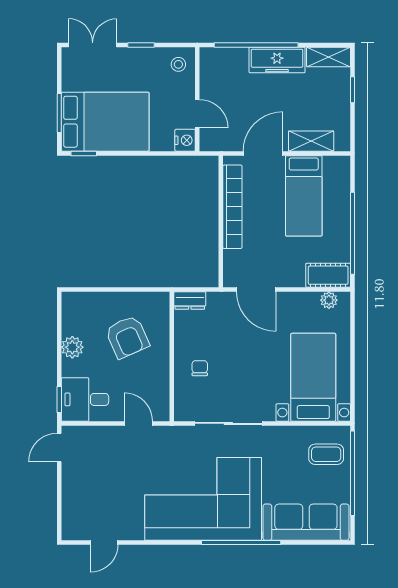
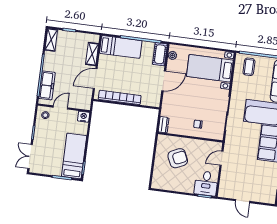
freezer: (277, 60) -> (47, 85), moved
door: (197, 114) -> (60, 107), moved
bed: (105, 122) -> (74, 156), width x0.67
door: (263, 153) -> (95, 79), hinge flipped
bed: (304, 196) -> (121, 47), moved
door: (256, 289) -> (164, 81), moved
plant: (72, 347) -> (179, 186), removed
door: (59, 448) -> (243, 201), moved

